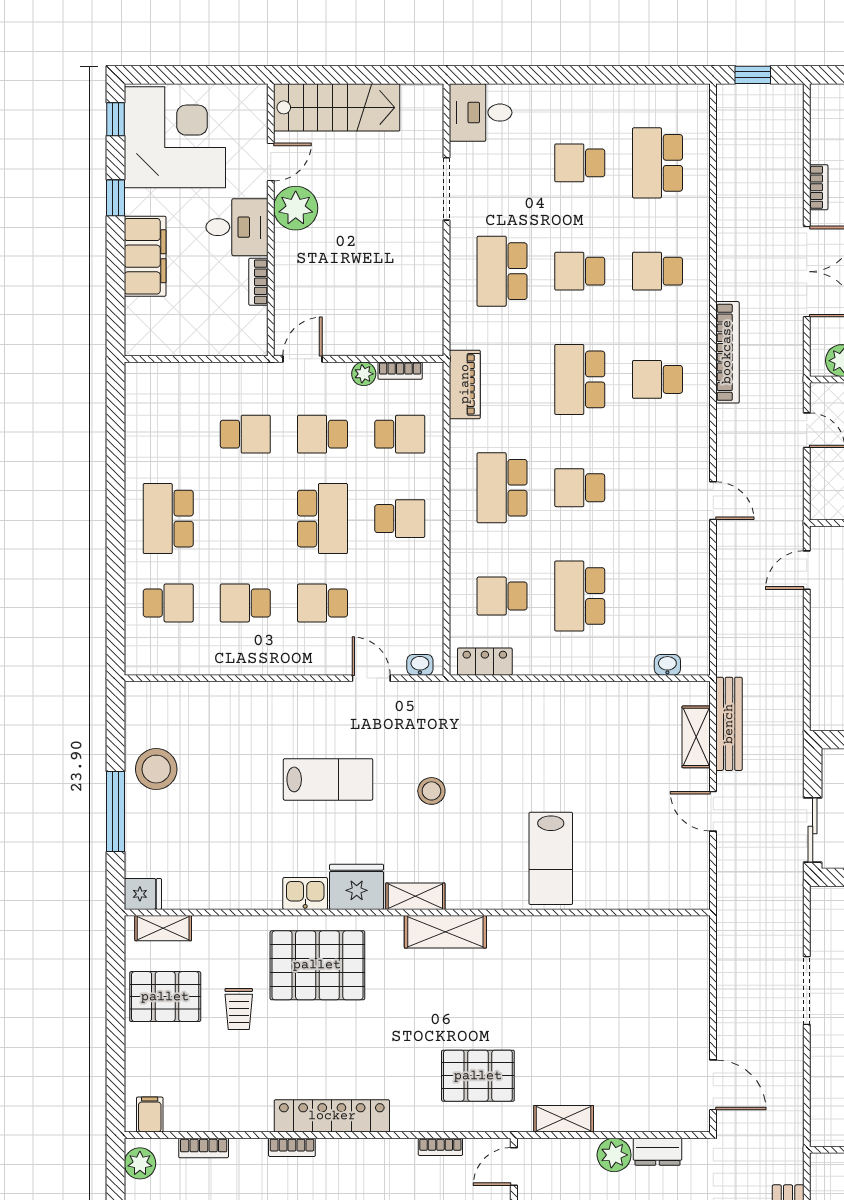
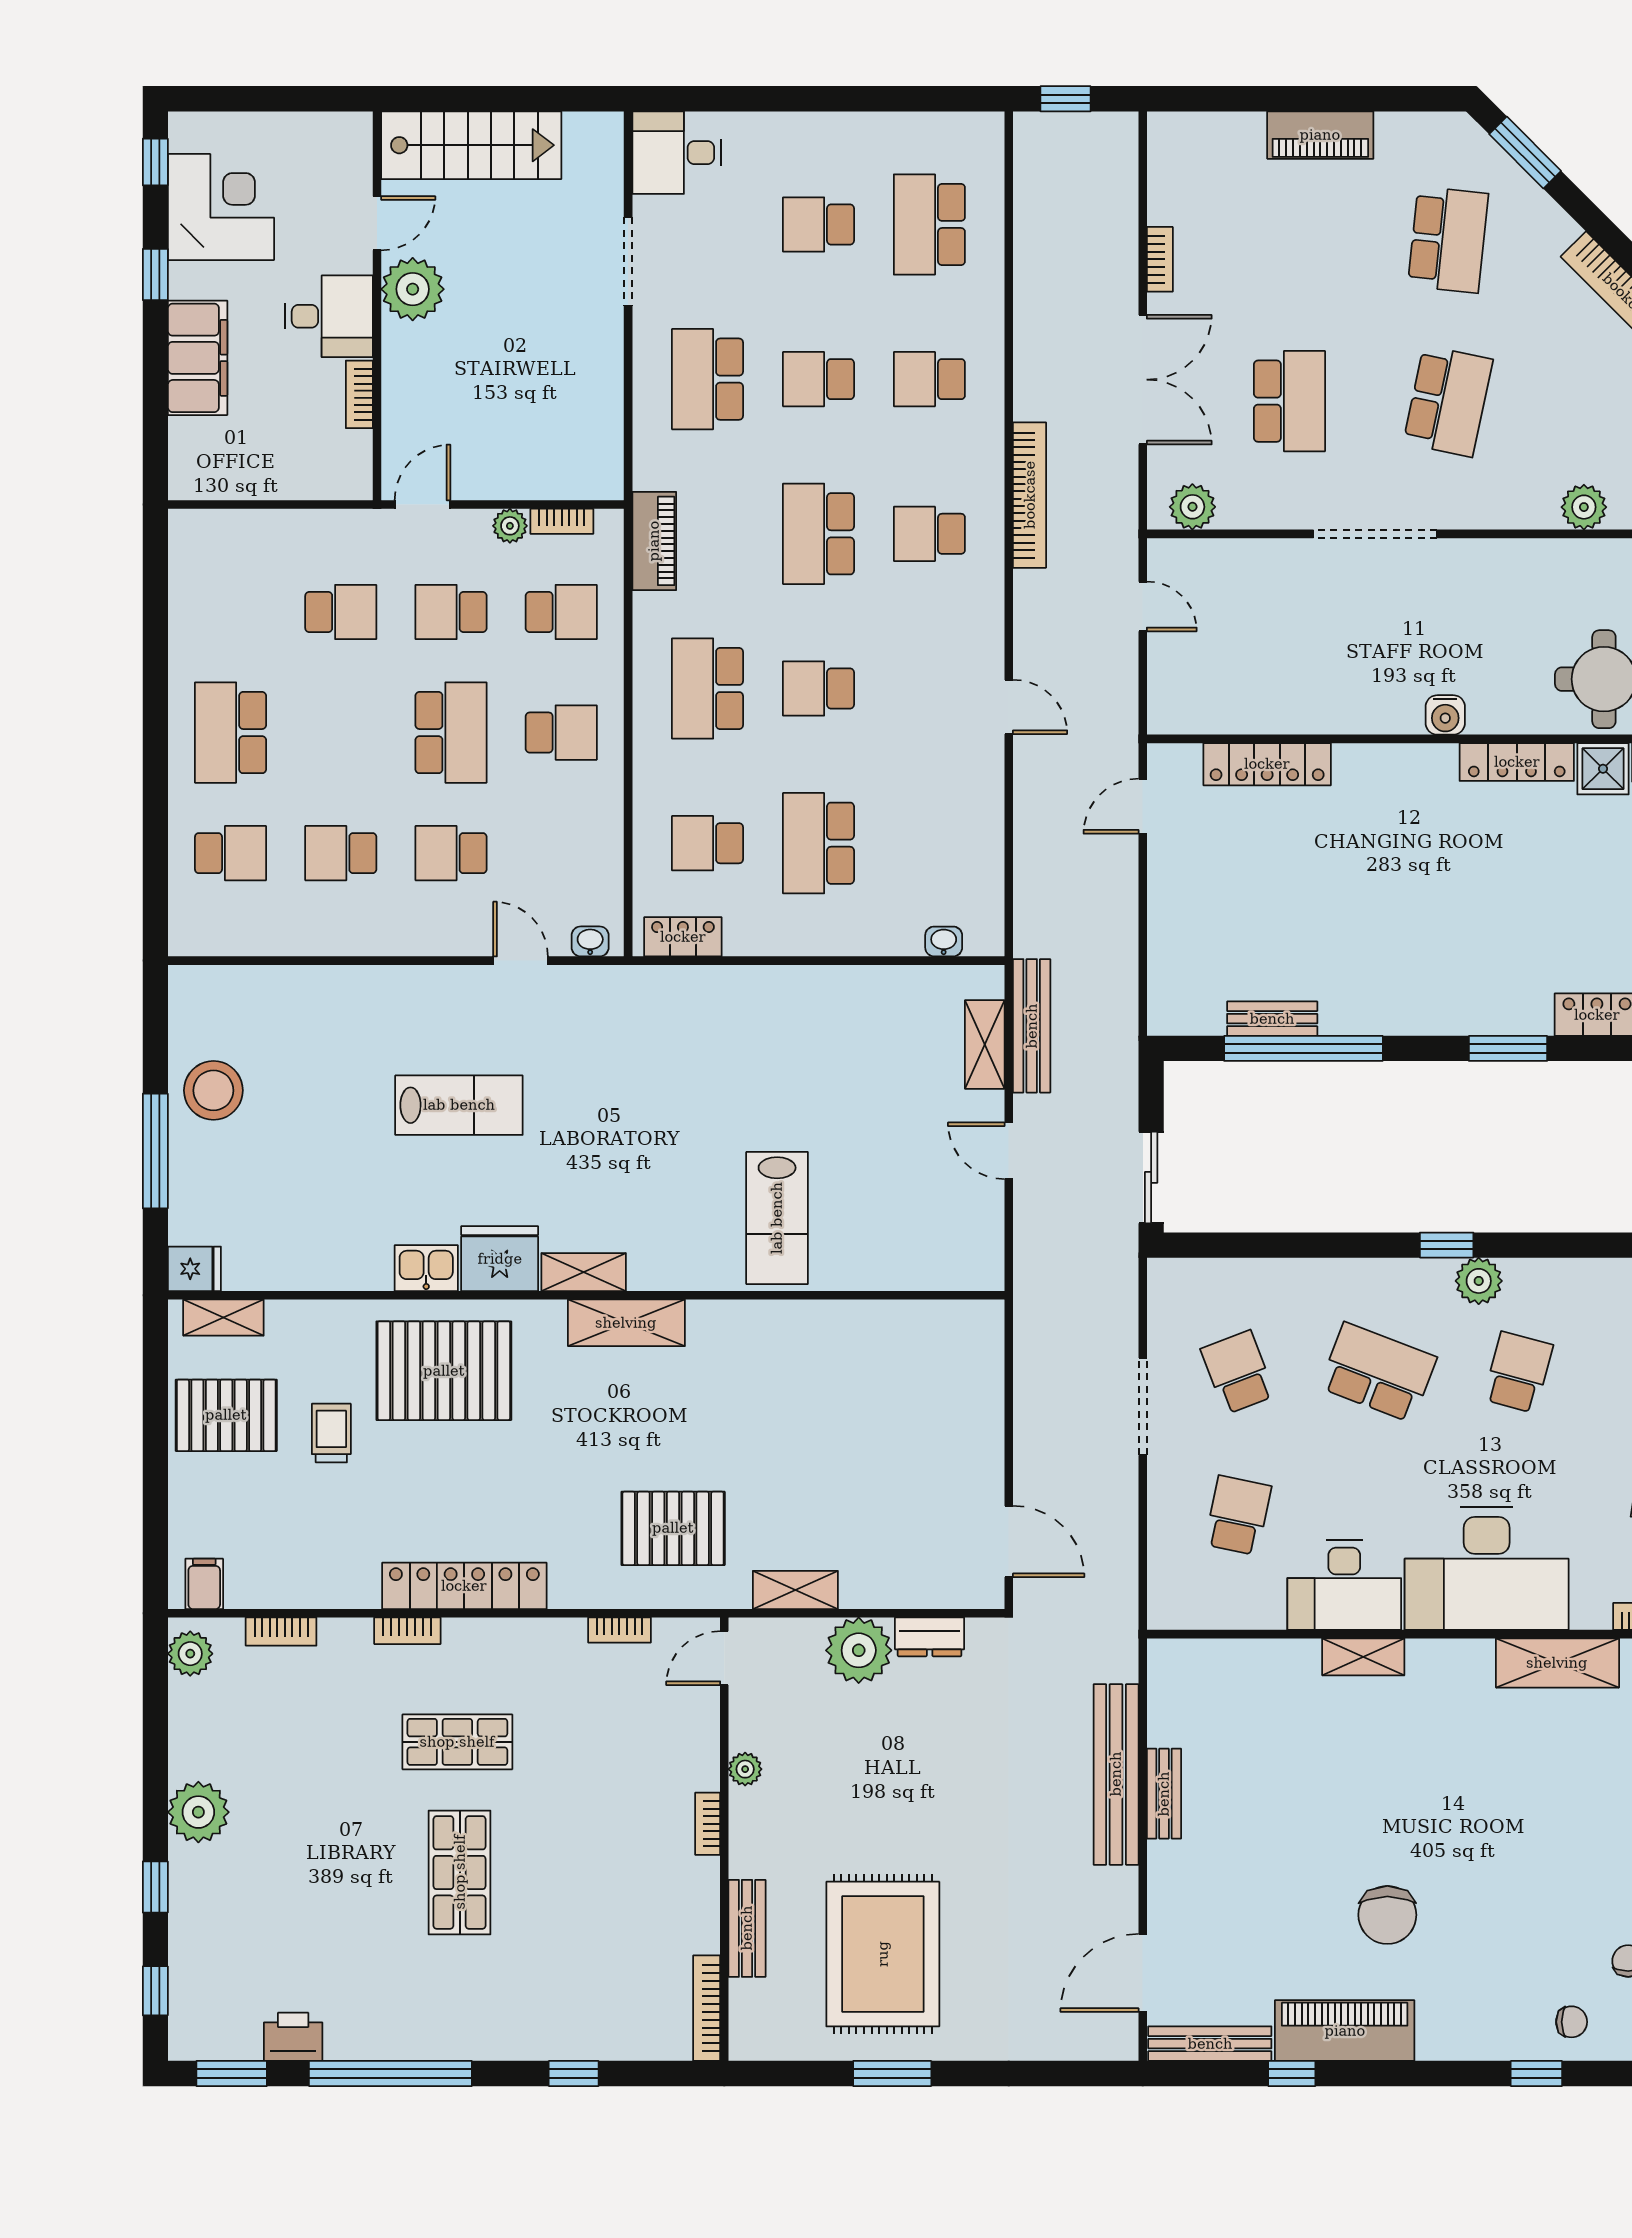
corner desk: (175, 137) -> (221, 207), width x0.74, depth x0.74
stool: (431, 791) -> (607, 1122), removed
trolley: (239, 1009) -> (331, 1433), turned 180
plant: (614, 1155) -> (859, 1650), width x1.36, depth x1.36

